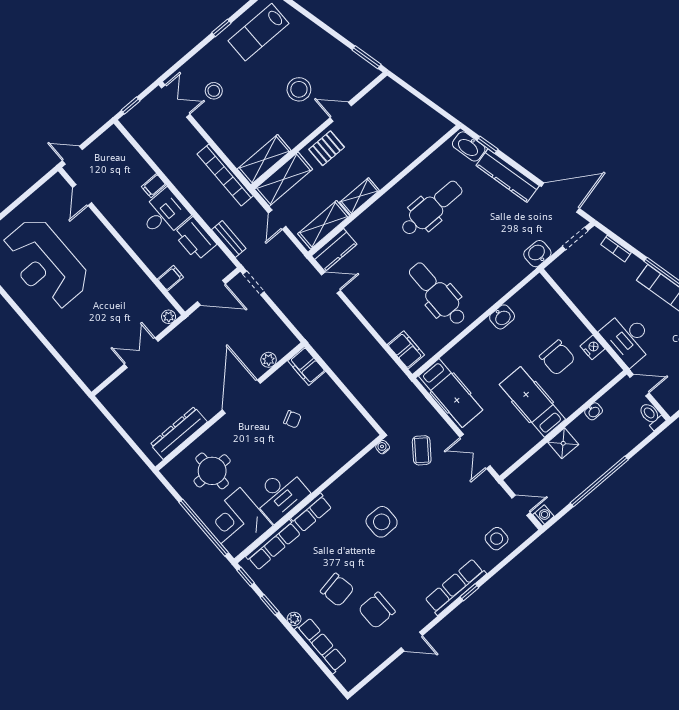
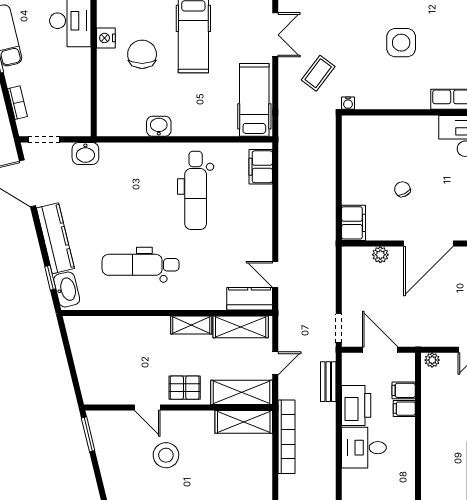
filing cabinet: (154, 186) -> (404, 409), moved, turned 180

